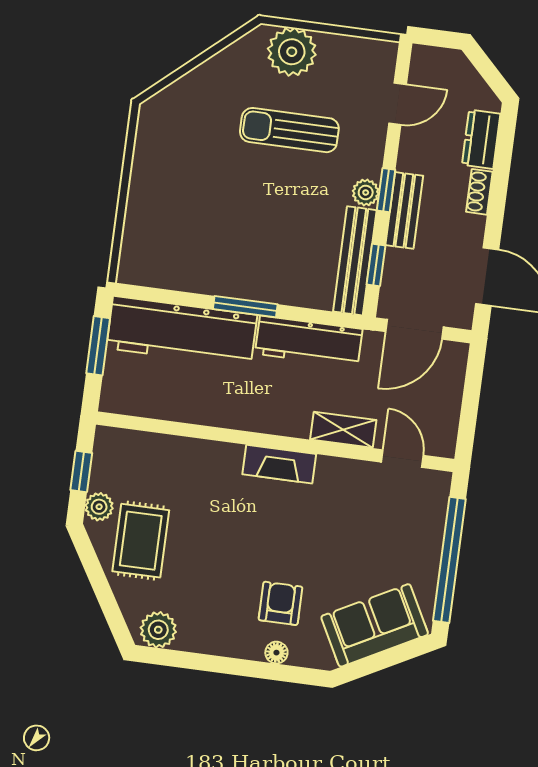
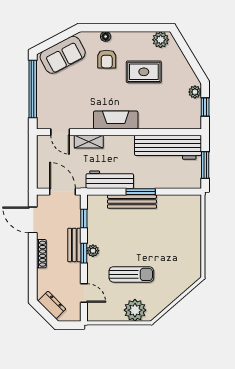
door: (398, 104) -> (84, 293), swing flipped
dresser: (481, 139) -> (52, 305), moved, turned -45
shoe rack: (479, 192) -> (41, 254), width x1.43
bench: (355, 261) -> (132, 202), moved, turned 90
door: (415, 329) -> (62, 192), hinge flipped
workbench: (182, 332) -> (168, 147), moved, turned 180
fireplace: (279, 464) -> (116, 120), width x1.37, depth x1.32
rug: (141, 541) -> (144, 72), moved, turned 90

